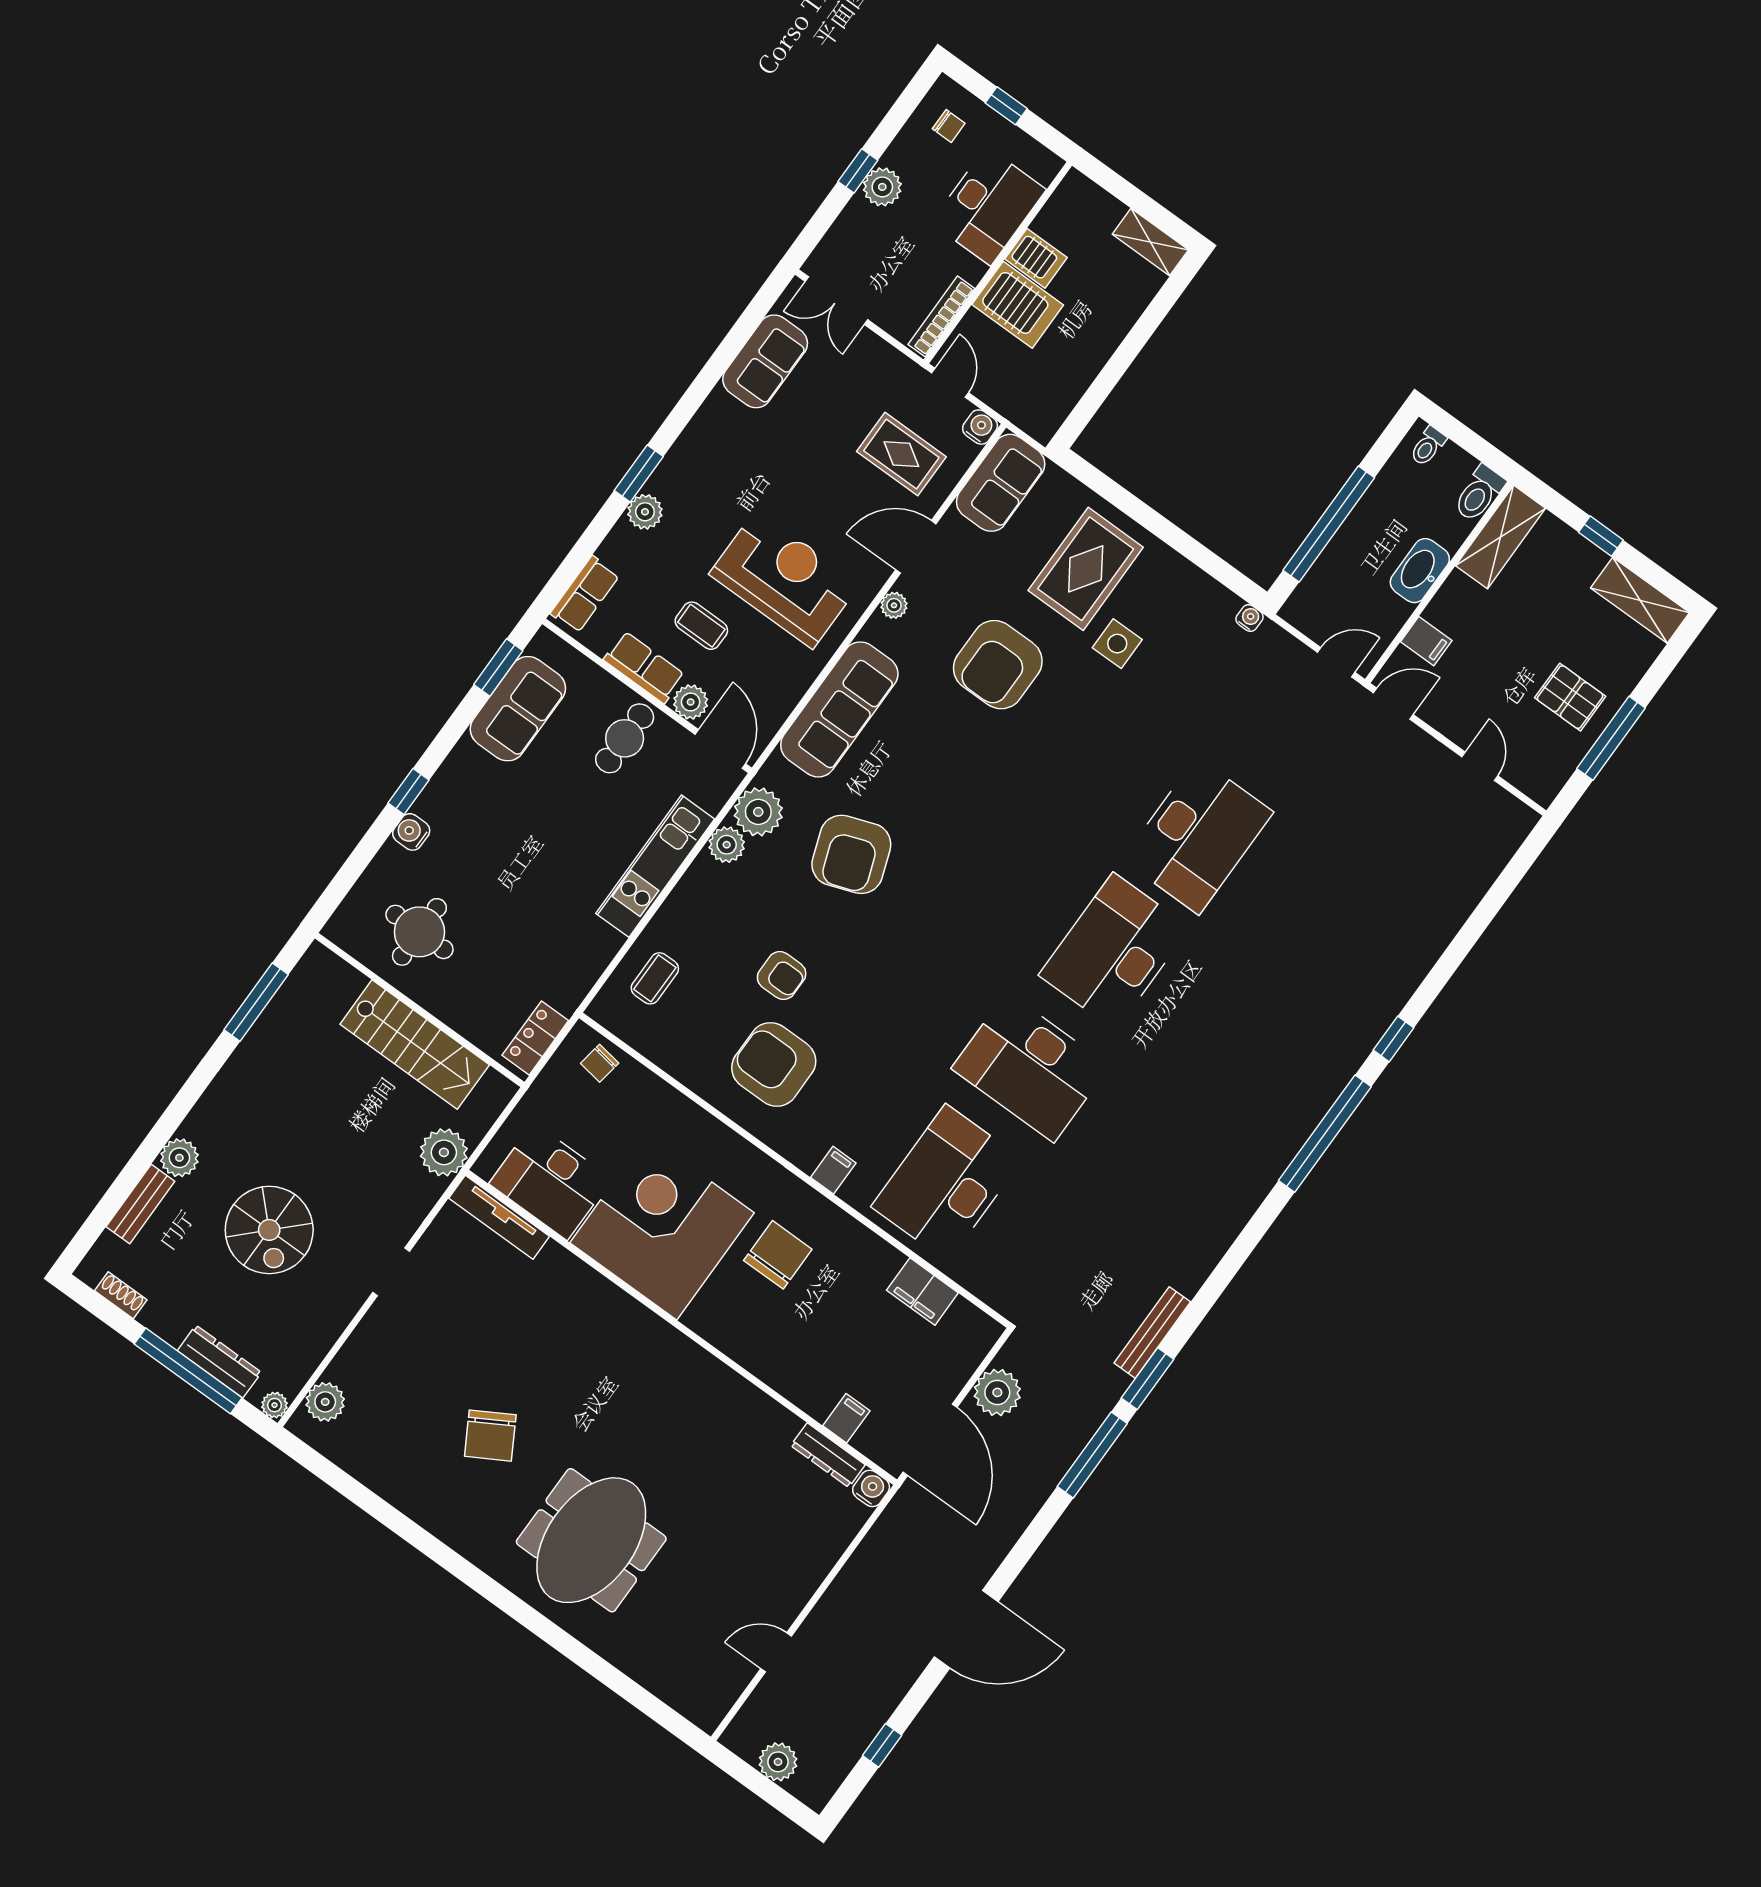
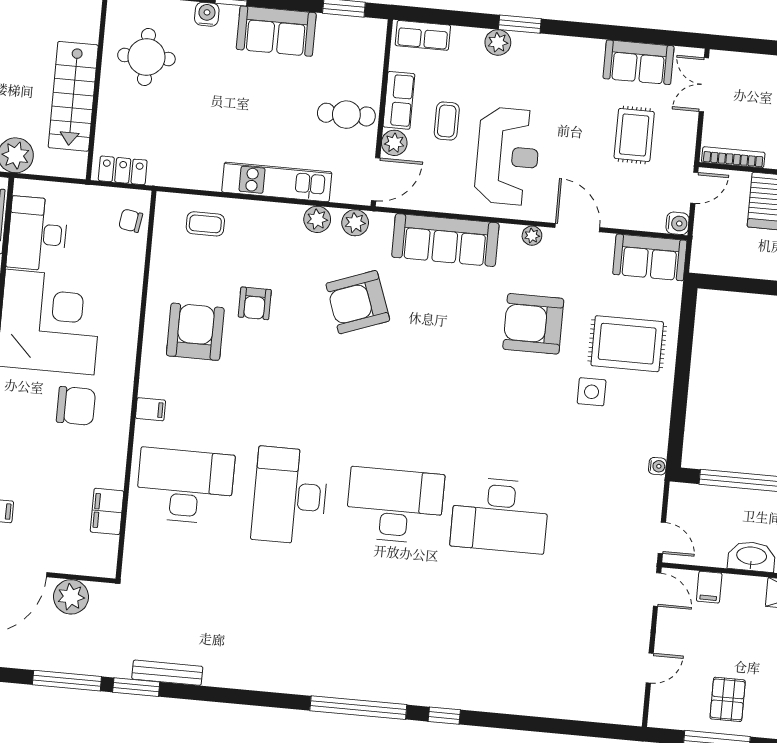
rug: (901, 454) -> (634, 135), moved
sofa: (518, 709) -> (276, 31), moved
plant: (758, 812) -> (355, 223), width x0.73, depth x0.73

